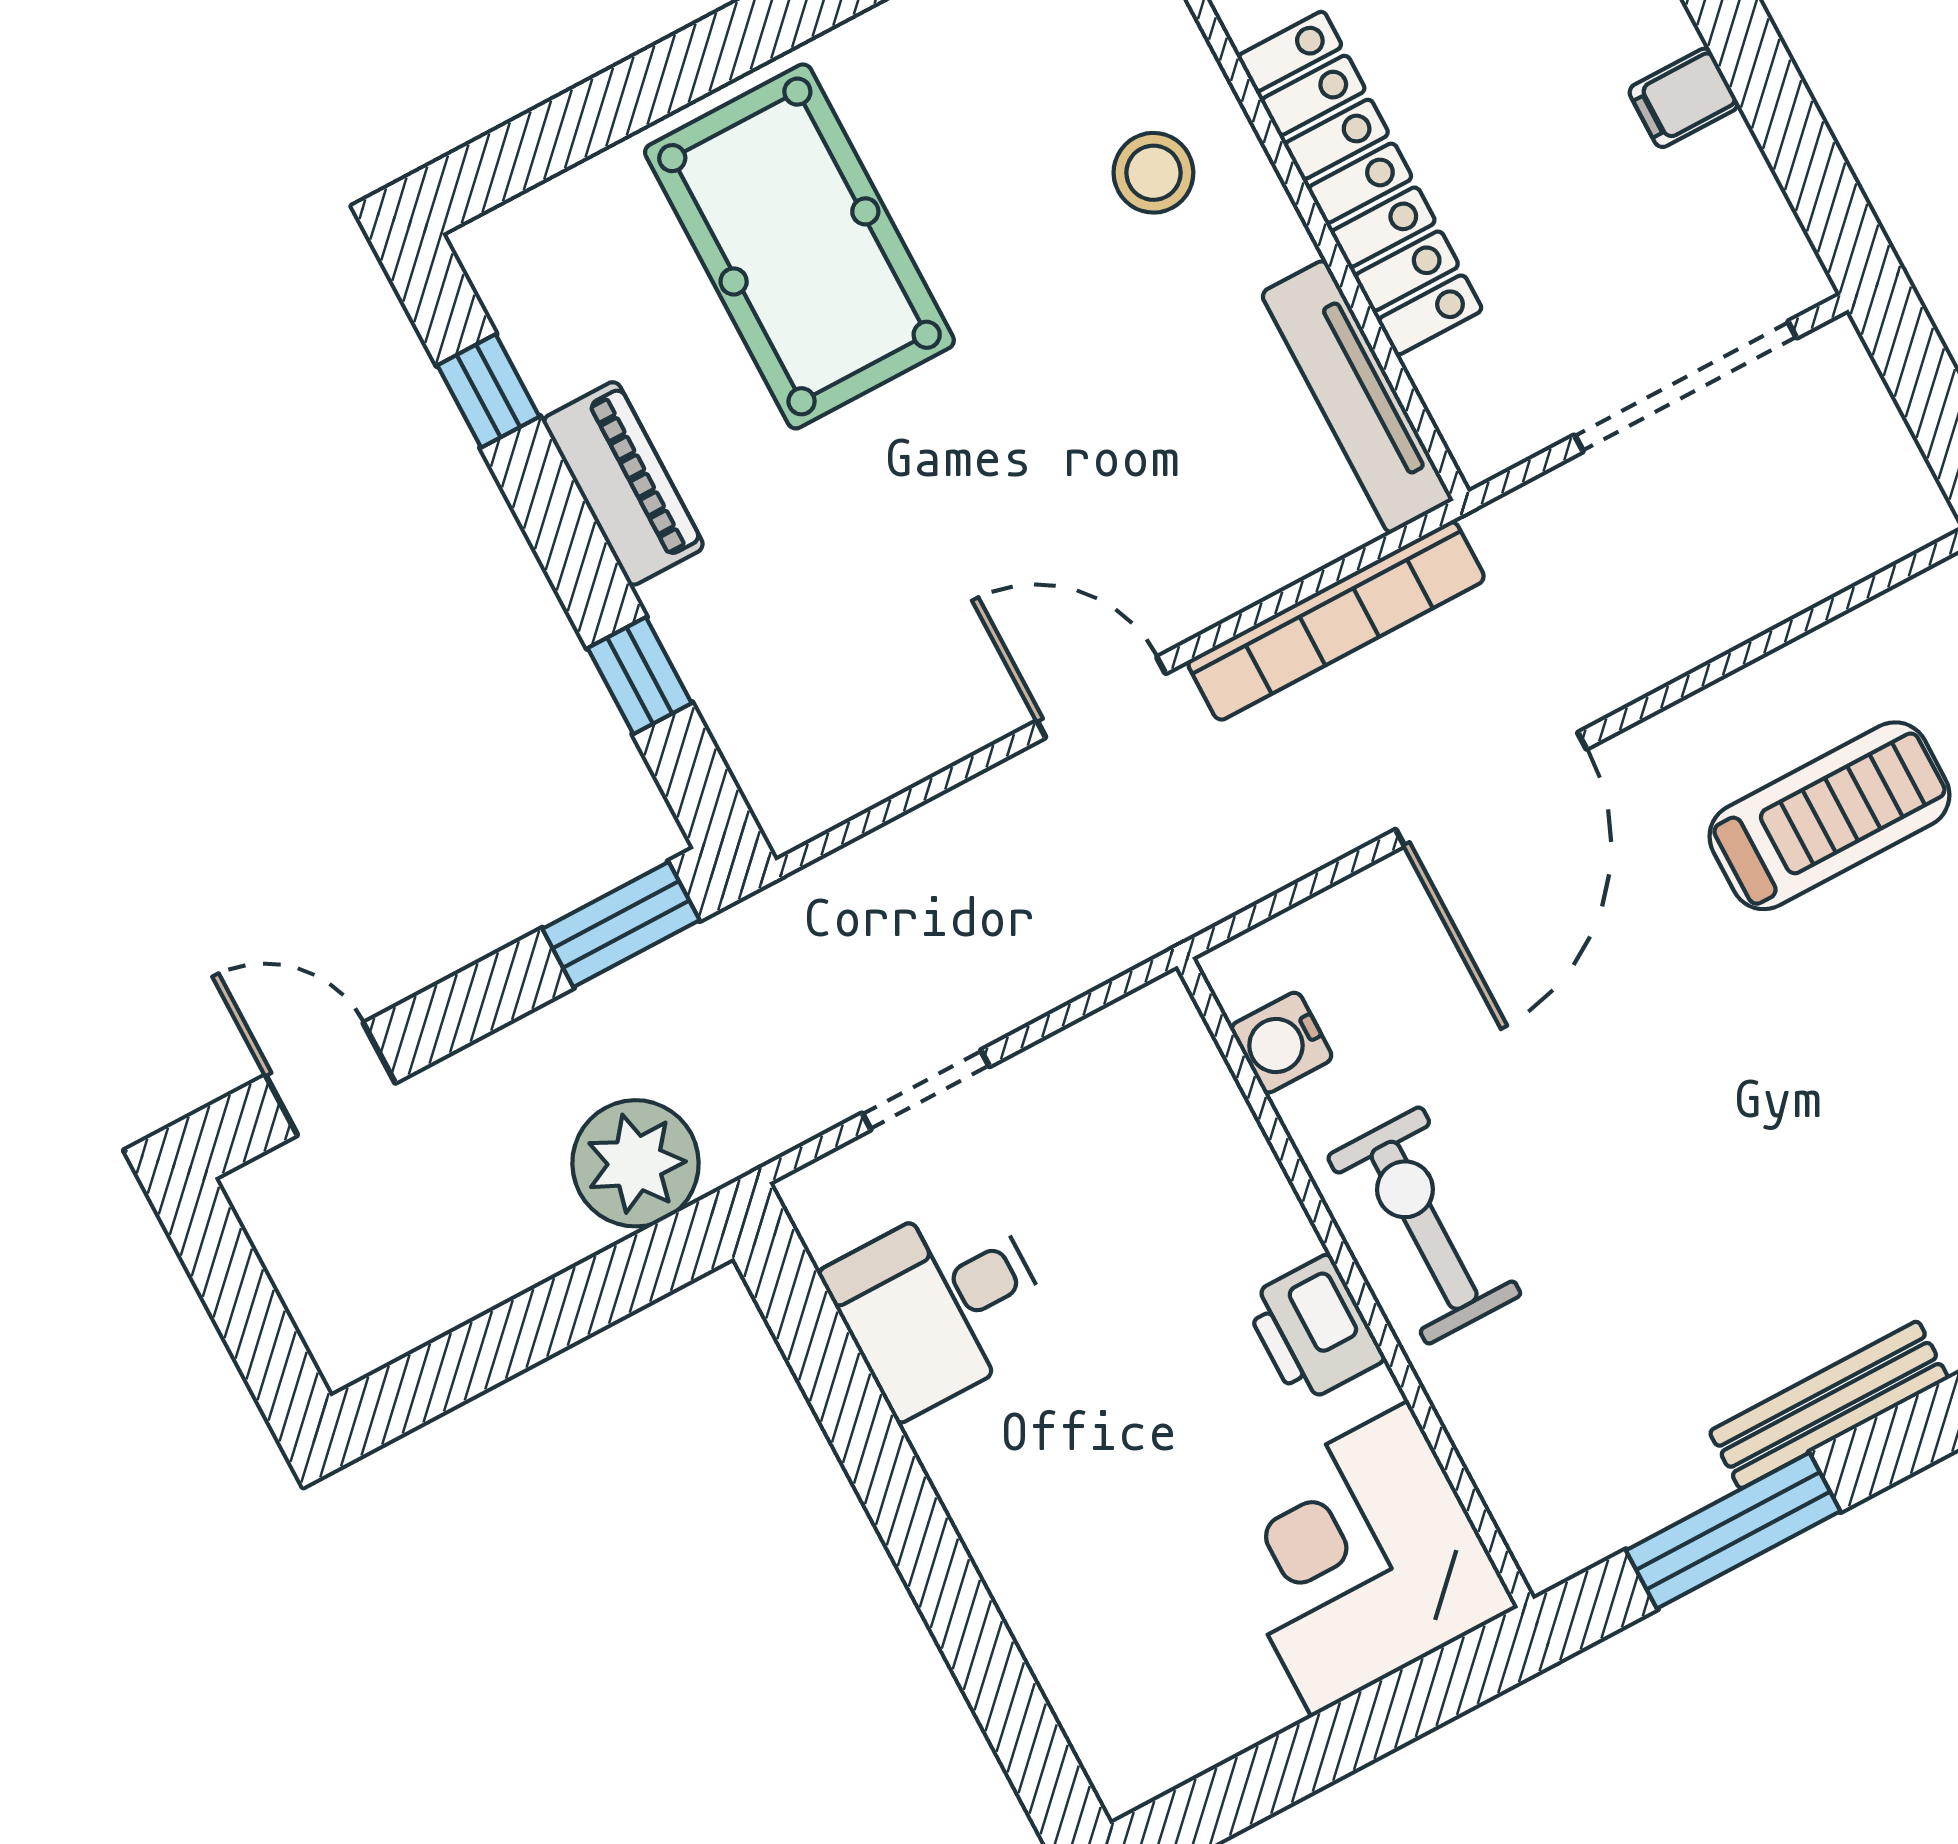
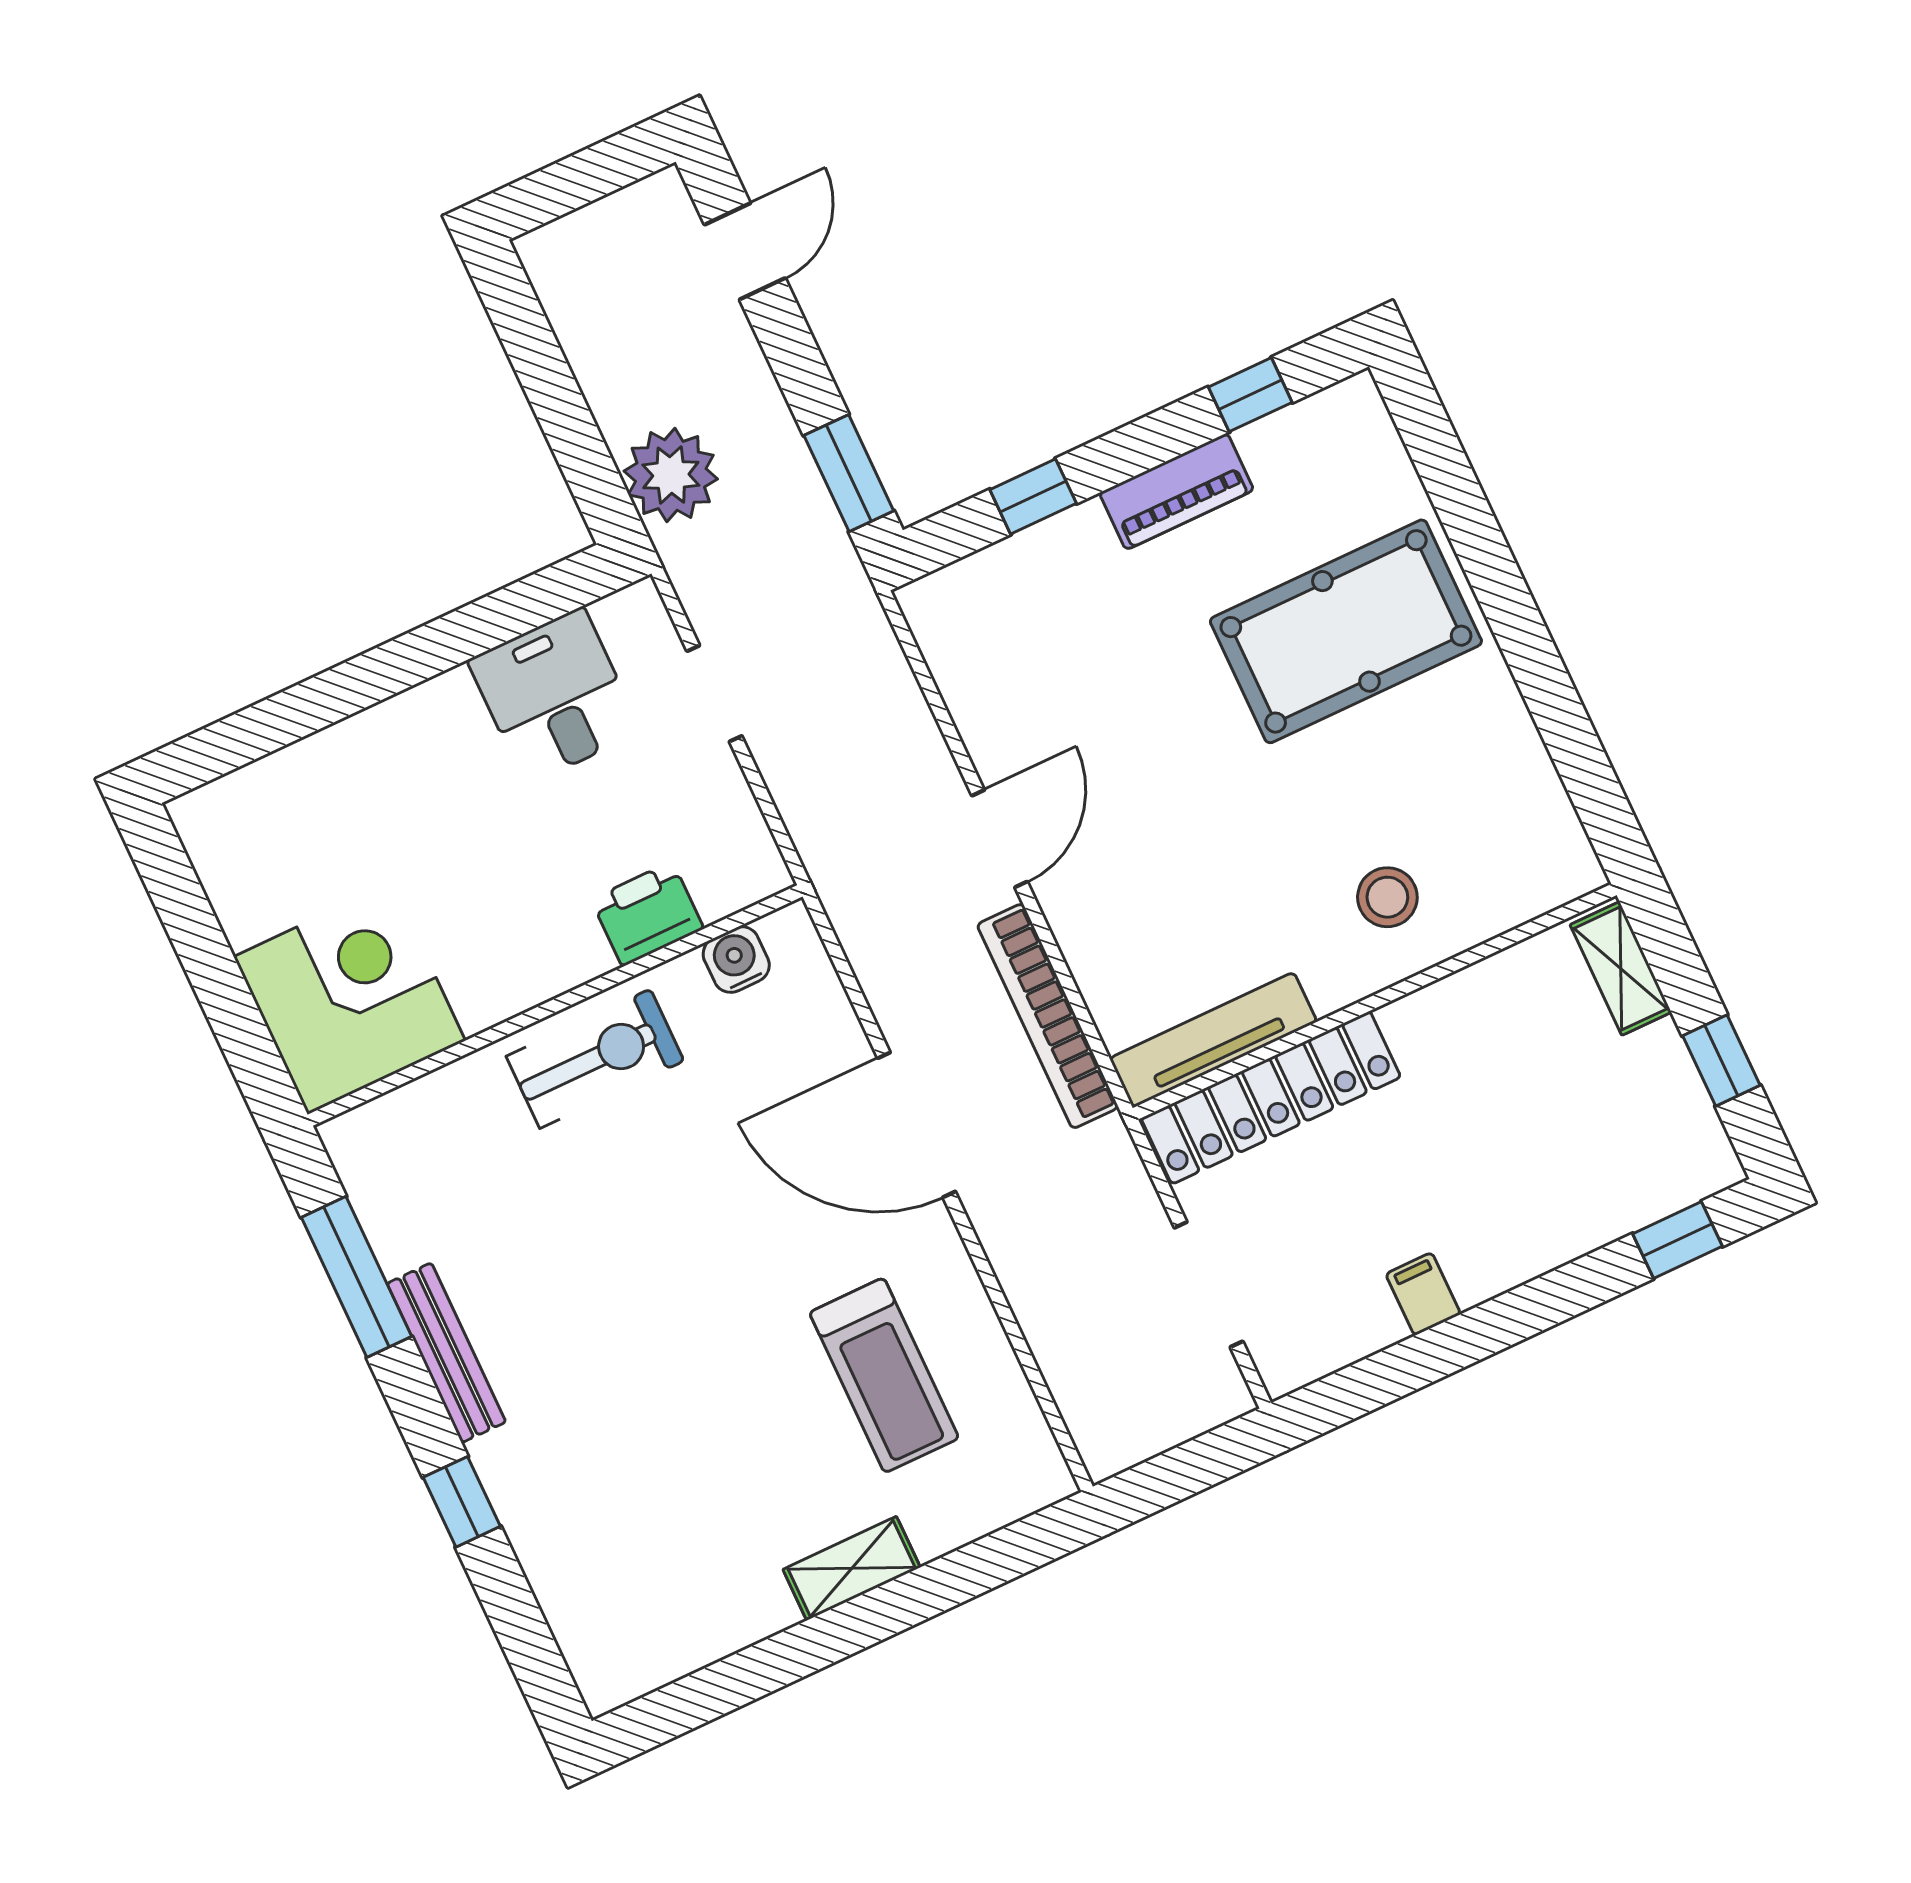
locker: (1360, 183) -> (1271, 1098), moved
doorway: (1686, 386) -> (1209, 1285), width x0.73
printer: (1314, 1329) -> (647, 914), moved

